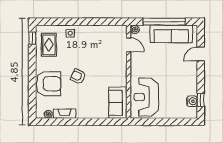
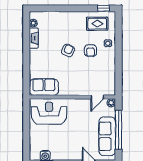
armchair: (49, 84) -> (91, 51), moved, width x0.53, depth x0.53

